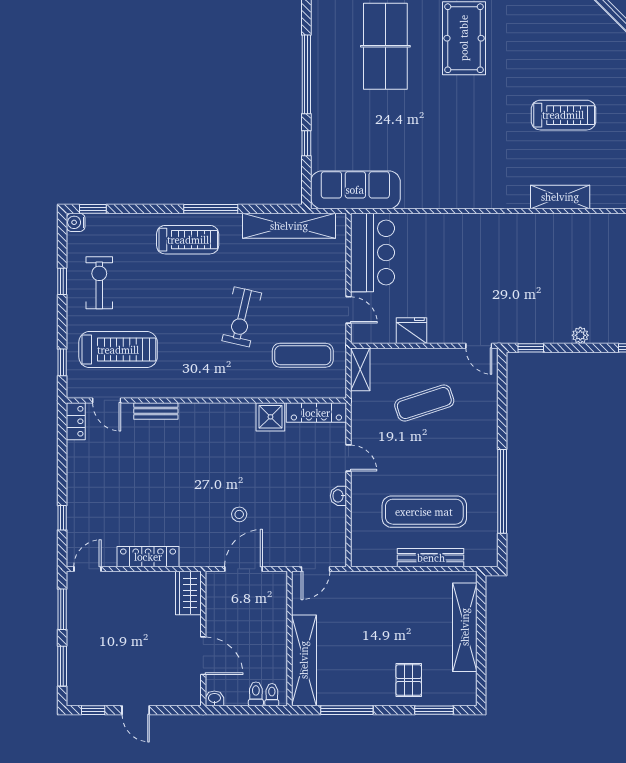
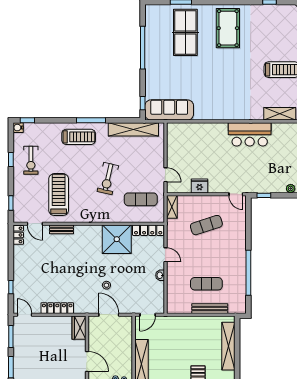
window: (306, 143) -> (143, 103), moved
bar counter: (372, 252) -> (250, 134), moved, turned 90
exercise bike: (99, 283) -> (31, 160), turned 180
treadmill: (118, 350) -> (59, 195), moved, turned -90
shower: (270, 417) -> (117, 239), width x1.86, depth x1.86
exercise mat: (424, 512) -> (206, 284), width x0.73, depth x0.69
door: (87, 569) -> (25, 315), hinge flipped
door: (244, 569) -> (109, 315), hinge flipped

